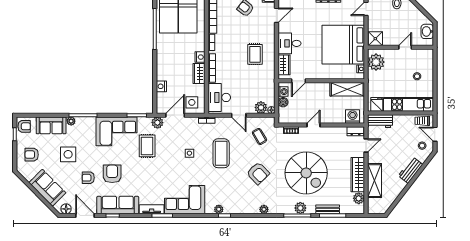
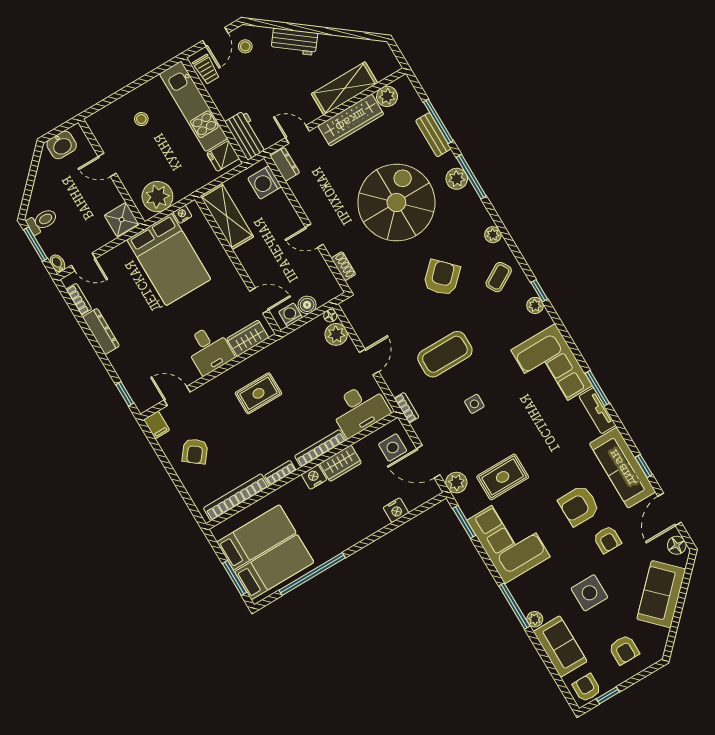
bed: (343, 45) -> (169, 259), width x0.73
coffee table: (259, 136) -> (499, 277), moved

